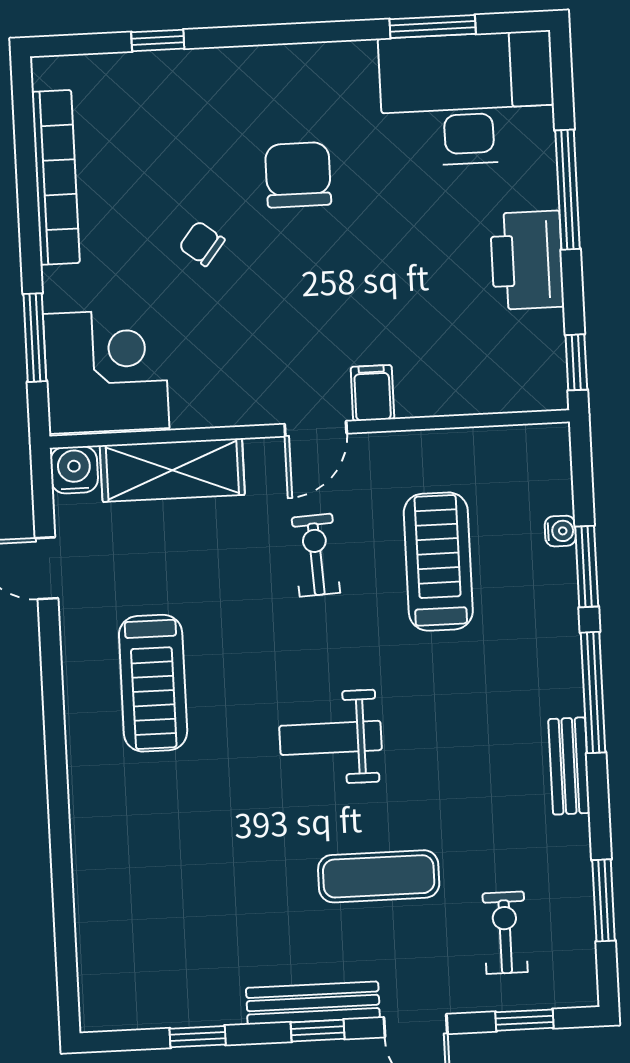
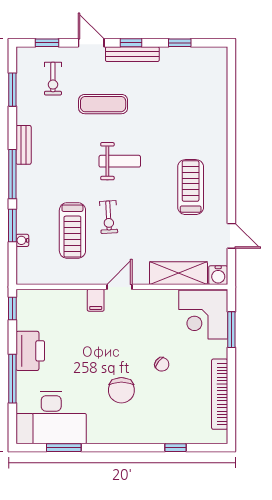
exercise bike: (316, 555) -> (109, 217), moved

